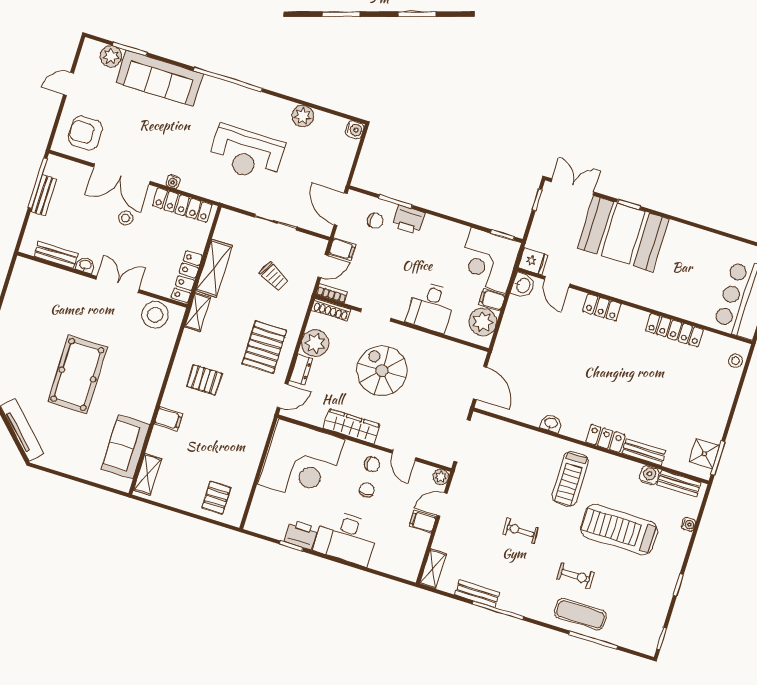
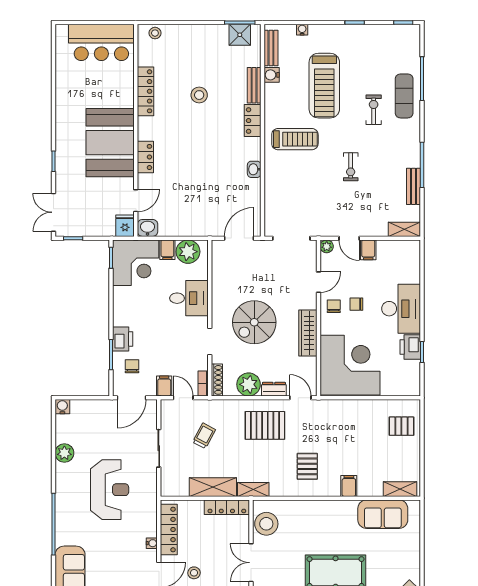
booth: (623, 234) -> (110, 143), moved
stool: (652, 388) -> (199, 95), added

